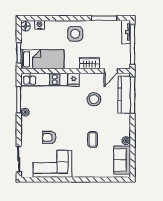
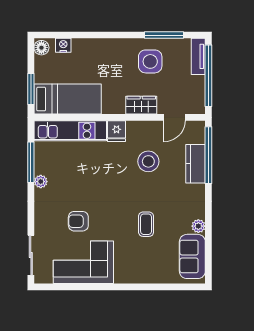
side table: (75, 34) -> (150, 61), moved
kitchen counter: (124, 95) -> (196, 164), width x0.67

